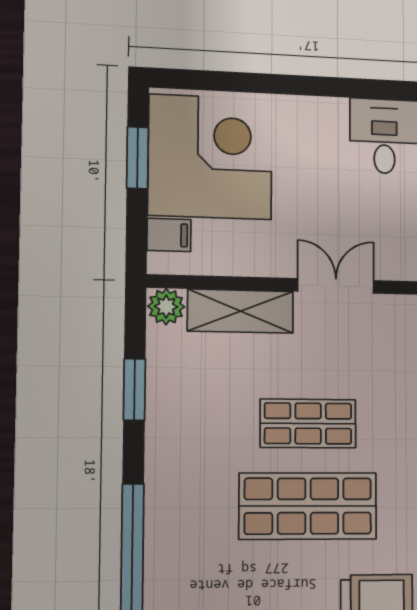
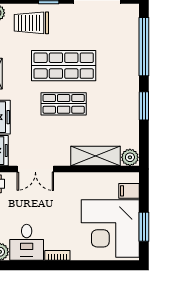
bookcase: (321, 106) -> (57, 255), added
double door: (336, 286) -> (35, 169), moved
window: (134, 390) -> (144, 106), moved

